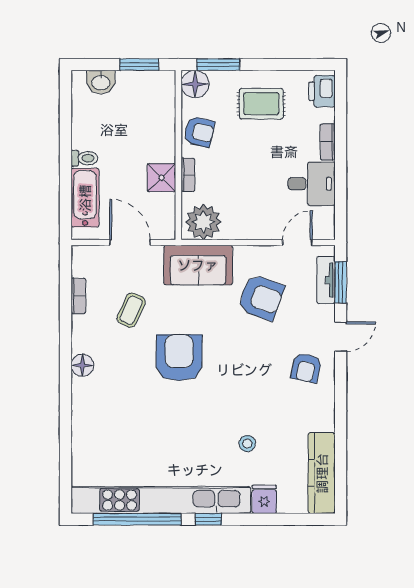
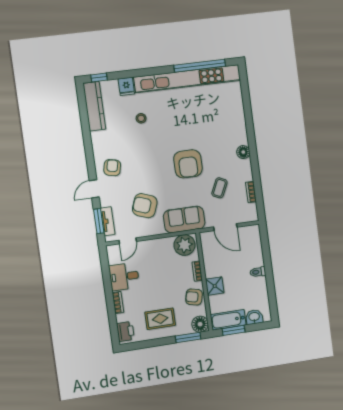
shower: (162, 178) -> (215, 286), moved
bathtub: (85, 198) -> (228, 320), moved, turned 90
window: (208, 519) -> (99, 78), moved

